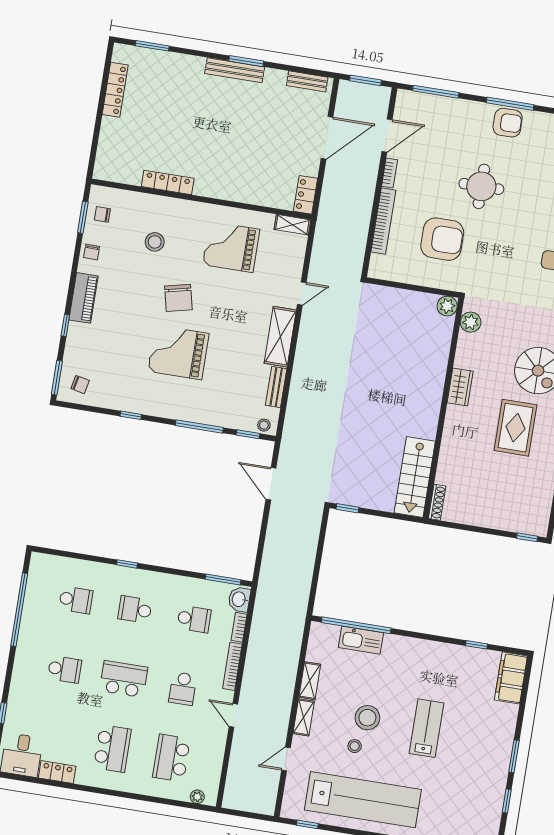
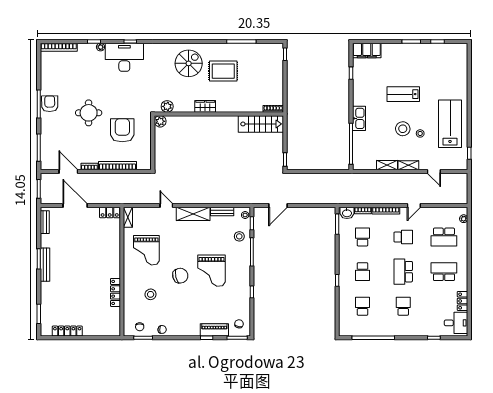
piano: (84, 298) -> (214, 330), moved
stool: (229, 409) -> (239, 236), added
kitchen sink: (361, 640) -> (359, 118), moved
lab bench: (363, 800) -> (450, 124), width x0.73

